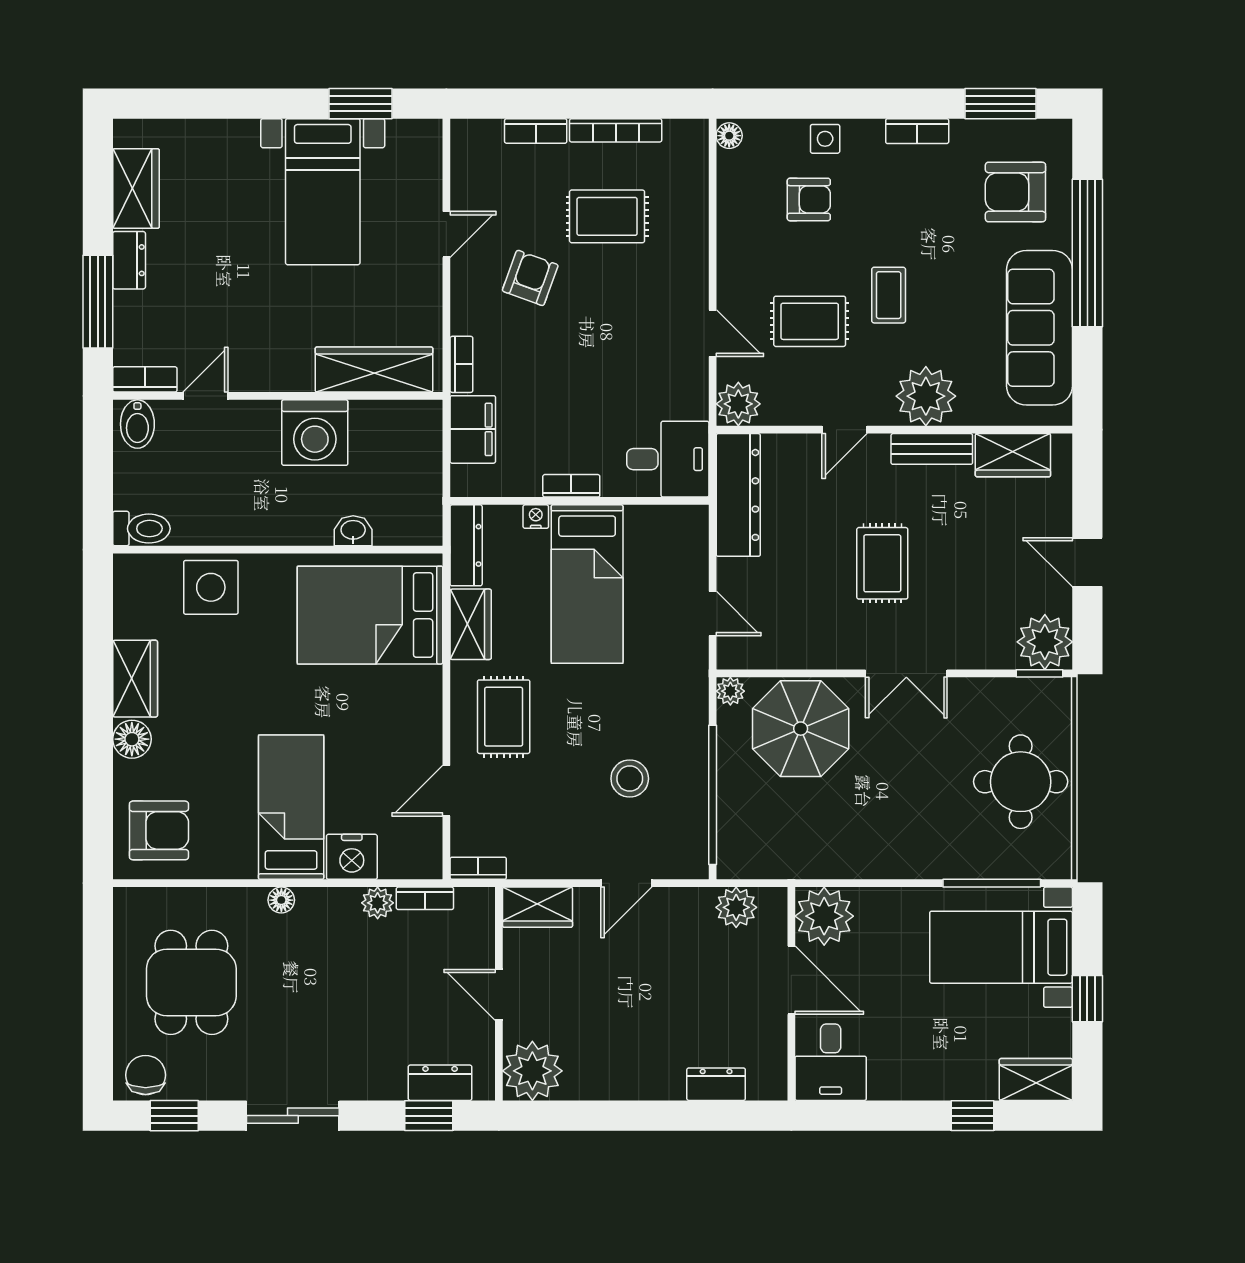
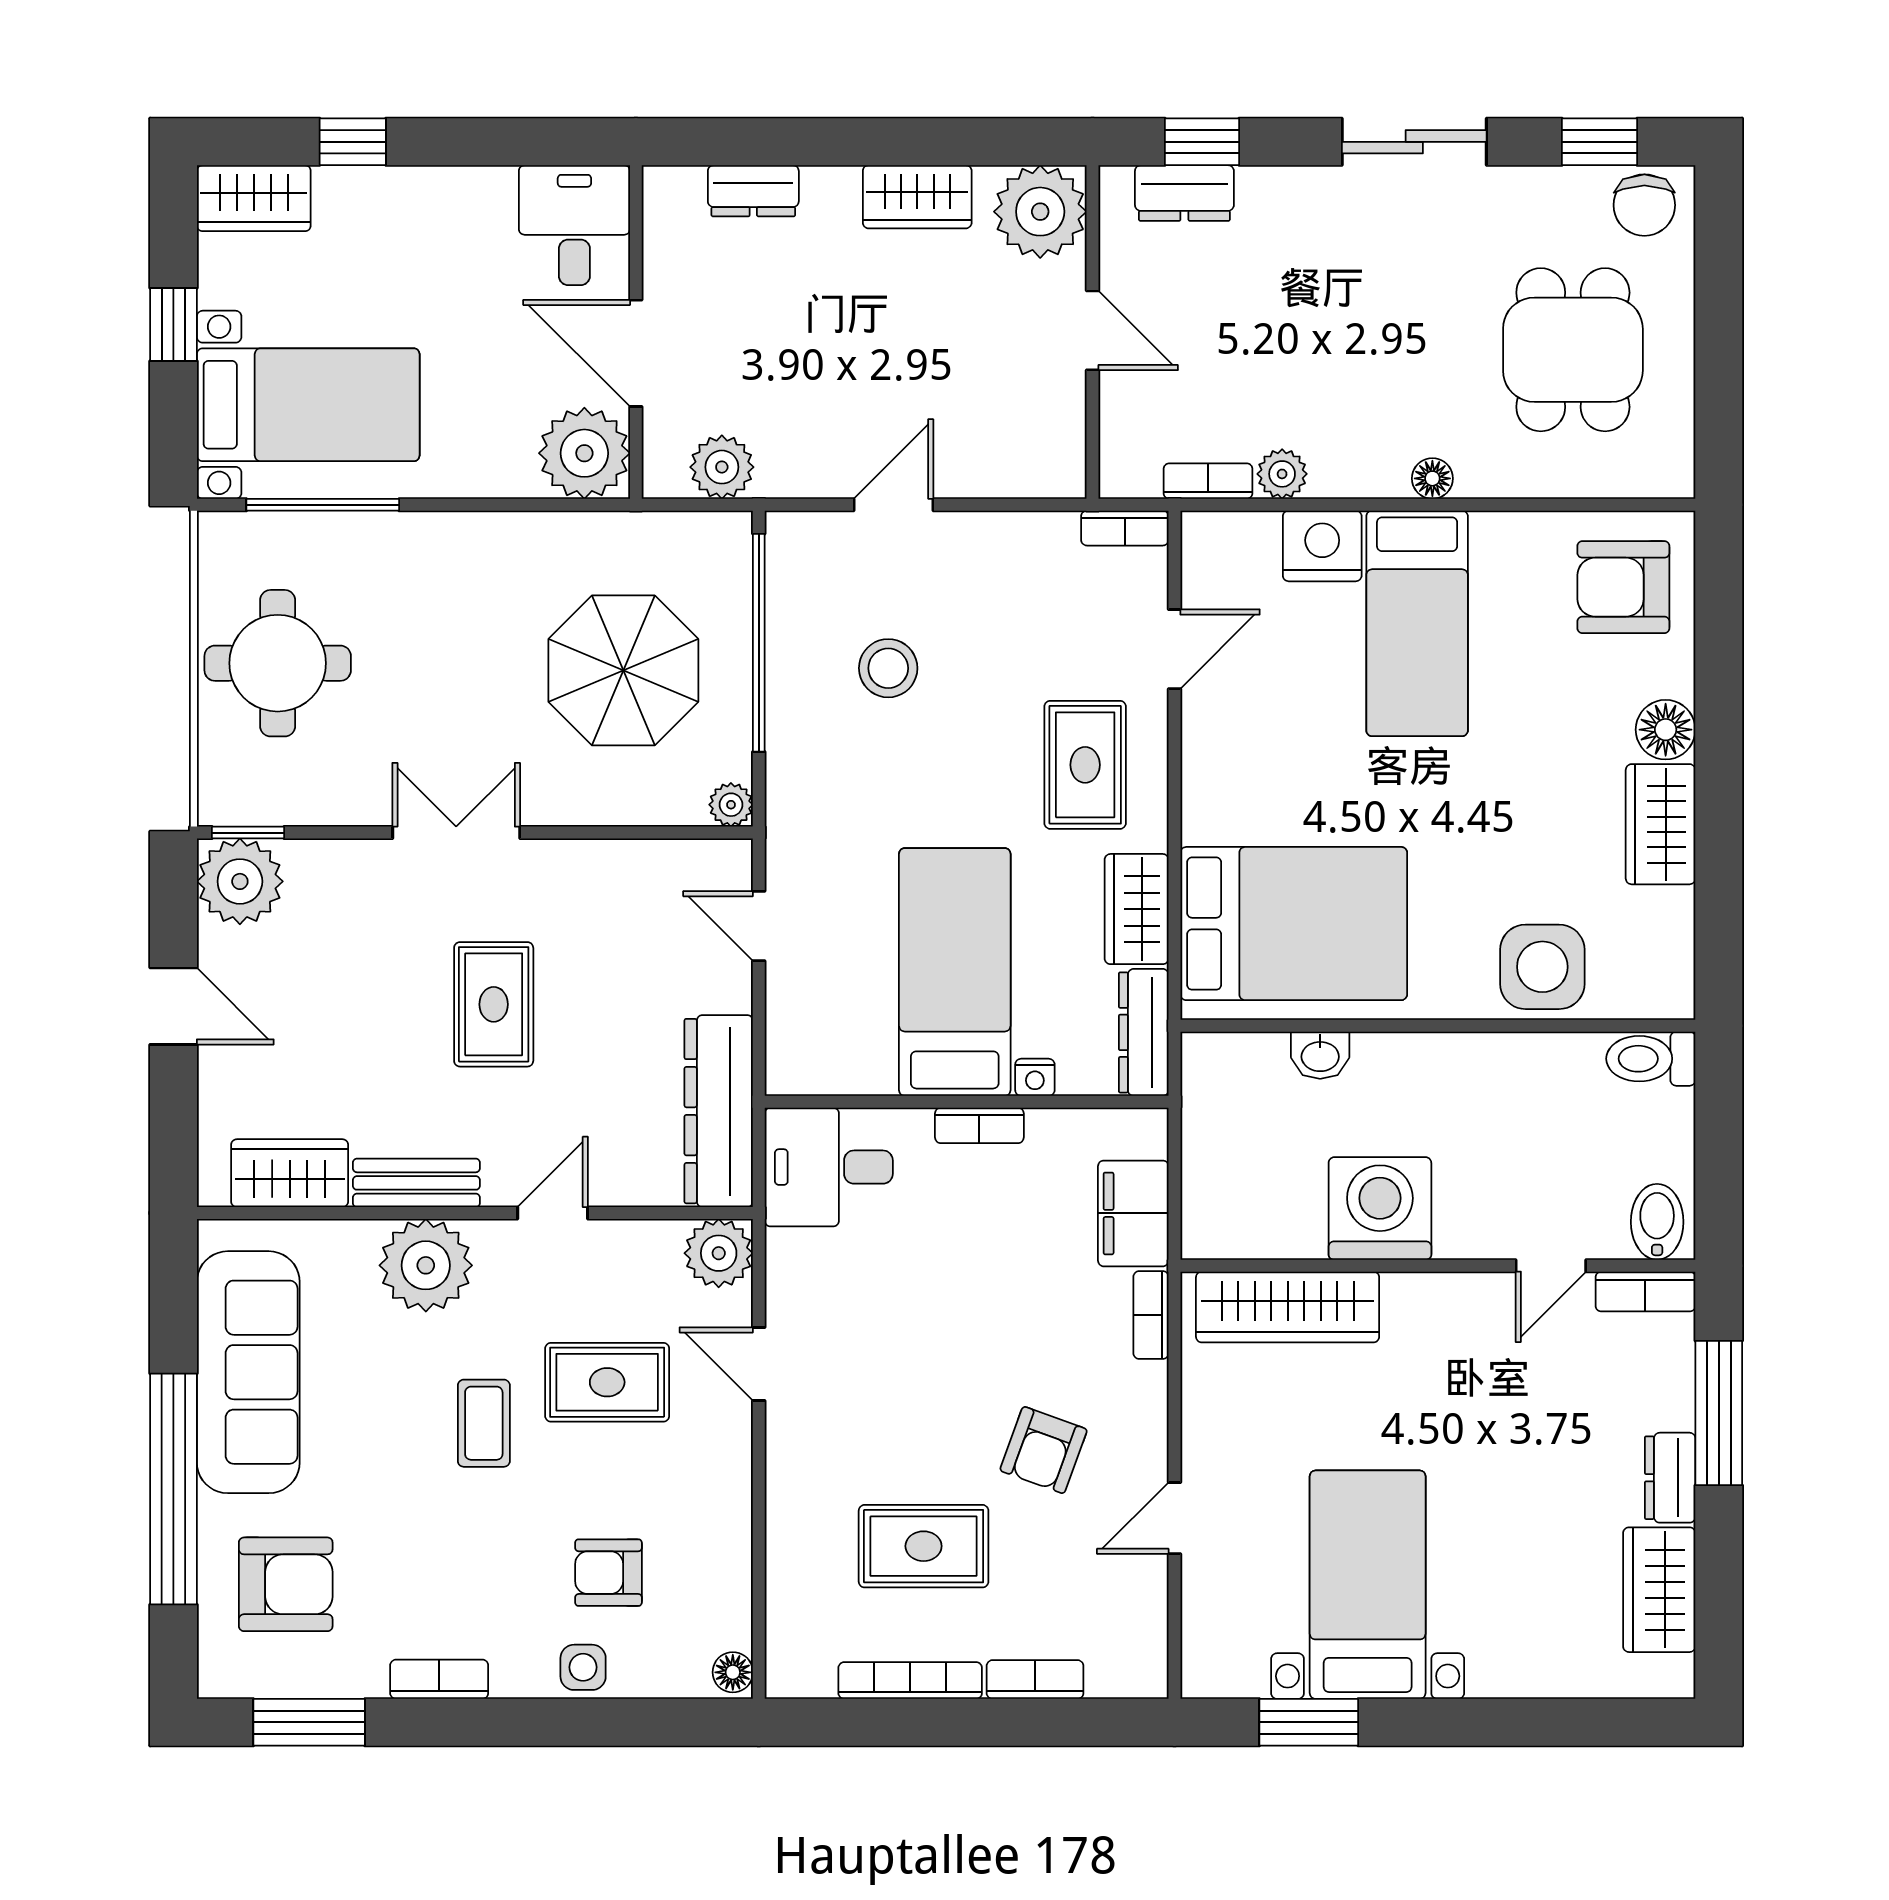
parasol: (801, 729) -> (623, 670), moved
wardrobe: (538, 907) -> (917, 197), moved, turned 180

